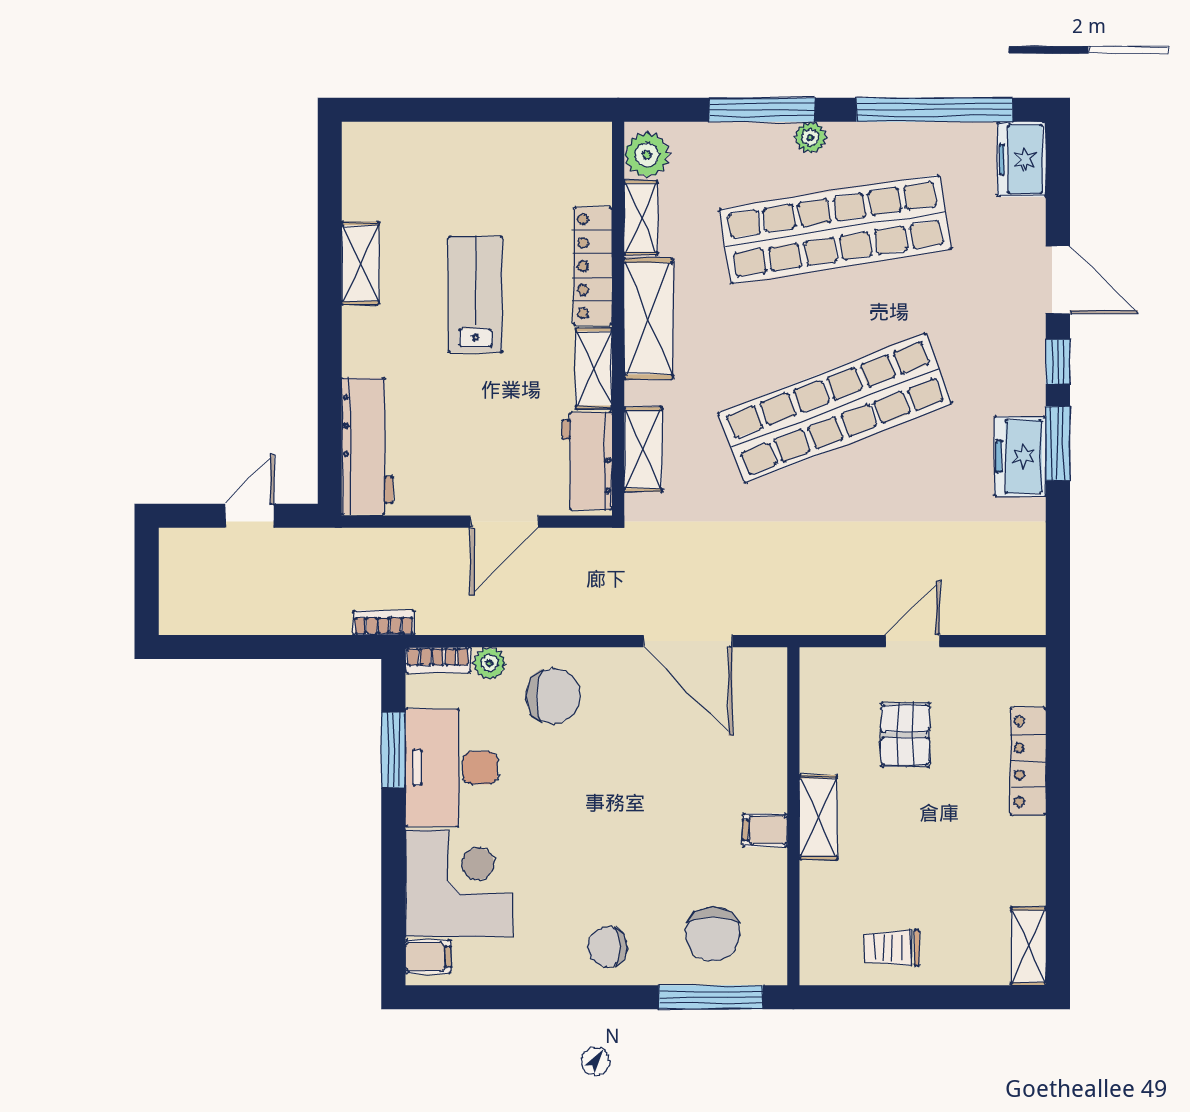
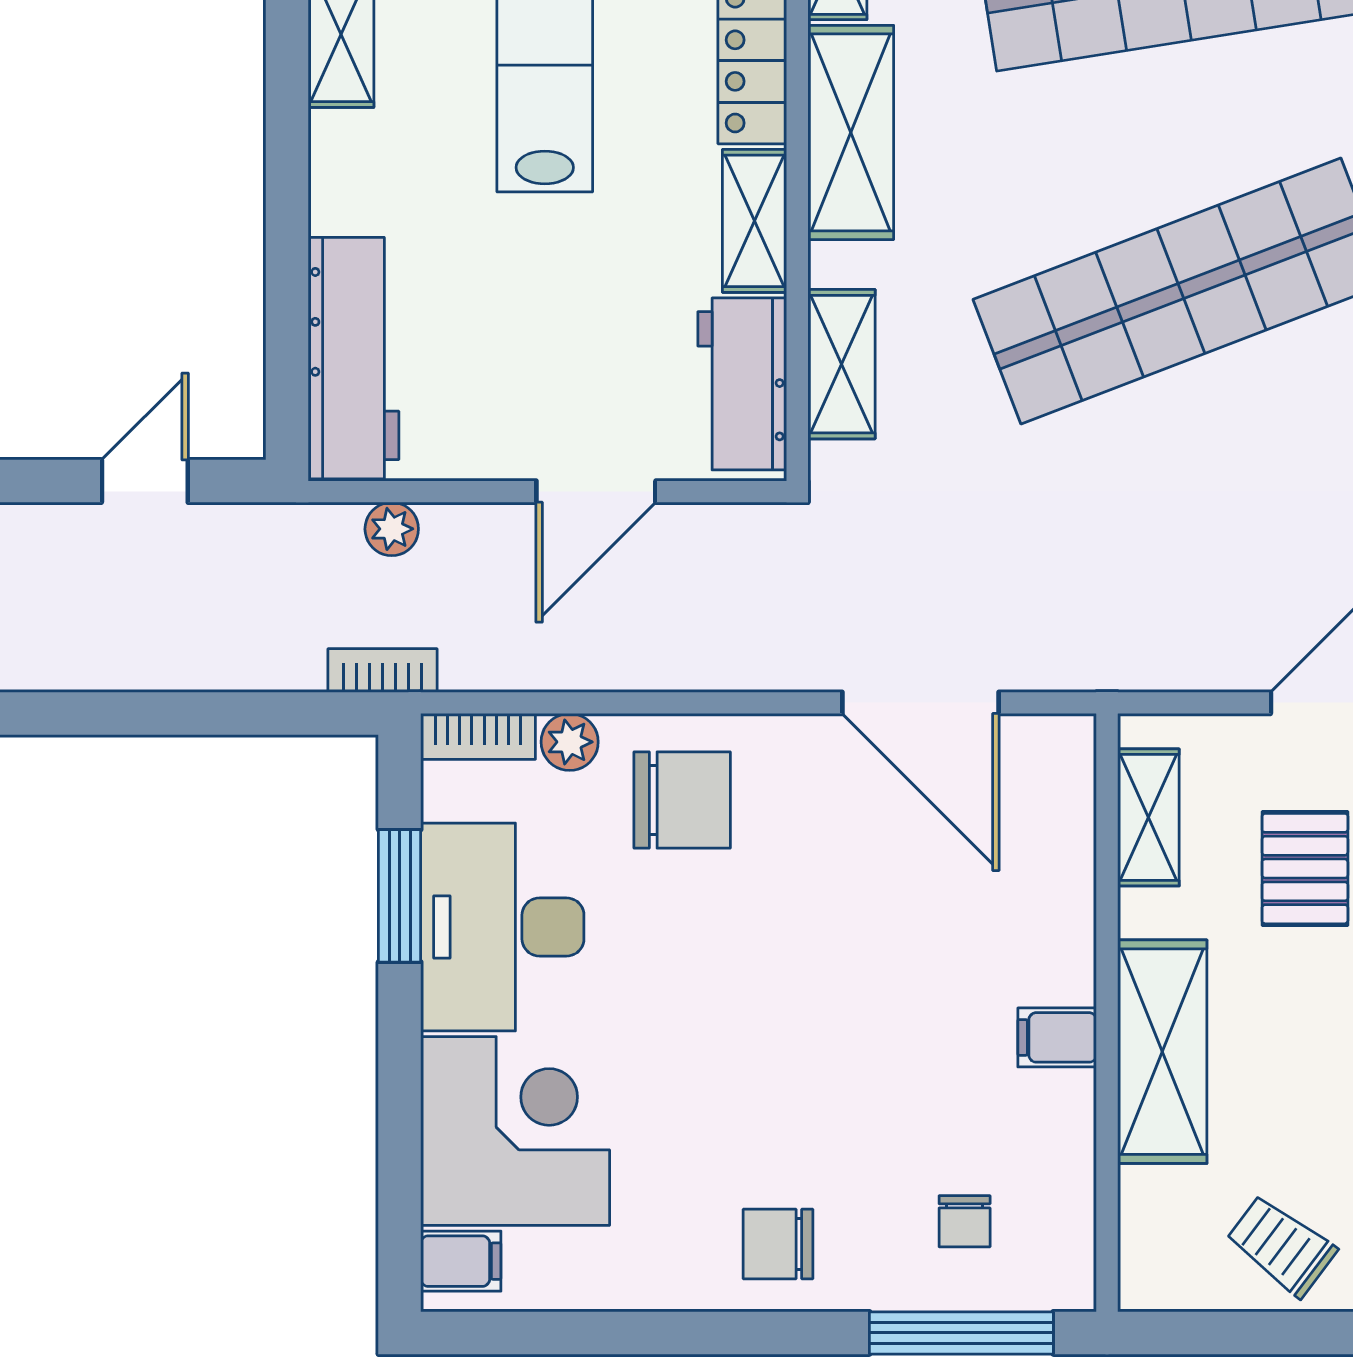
plant: (389, 543) -> (392, 529), added
shelving: (817, 706) -> (1148, 817), added
shelving: (818, 817) -> (1162, 1052), width x1.50, depth x1.33
chair: (713, 934) -> (965, 1221), width x0.54, depth x0.54
trolley: (892, 948) -> (1281, 1246), turned 37

